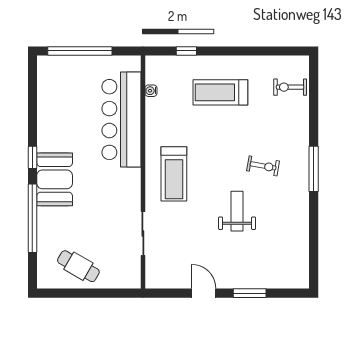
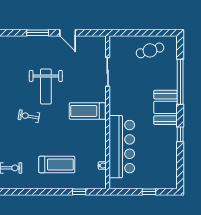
window: (80, 51) -> (149, 192), width x0.32
window: (32, 157) -> (180, 134), moved
treadmill: (174, 174) -> (87, 111), turned -90
weight bench: (237, 211) -> (46, 87), width x1.36, depth x1.33
cafe table: (78, 266) -> (150, 50), turned -47

